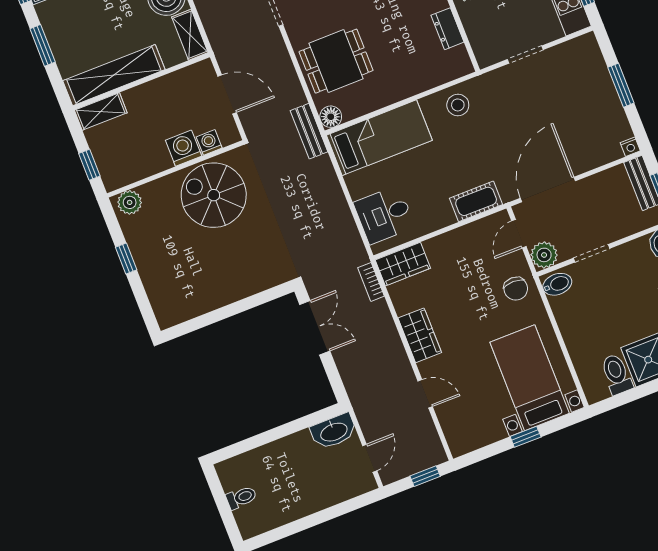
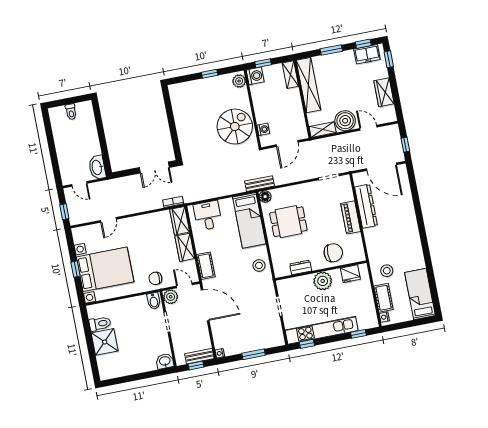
dining table: (336, 61) -> (288, 222), moved, turned 90
washing machine: (184, 148) -> (255, 76), moved
wardrobe: (420, 335) -> (185, 247), moved, turned 90
bed with nightstands: (530, 378) -> (105, 269), width x1.36

